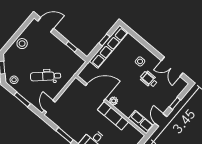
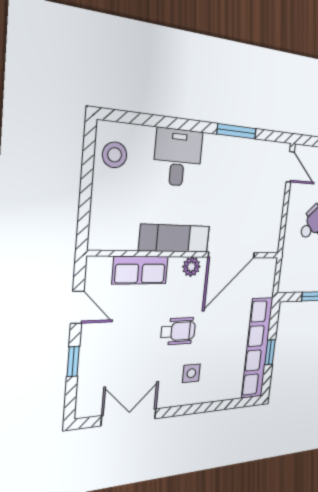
wheelchair: (149, 79) -> (178, 331), moved
row of seats: (141, 122) -> (140, 270), moved

